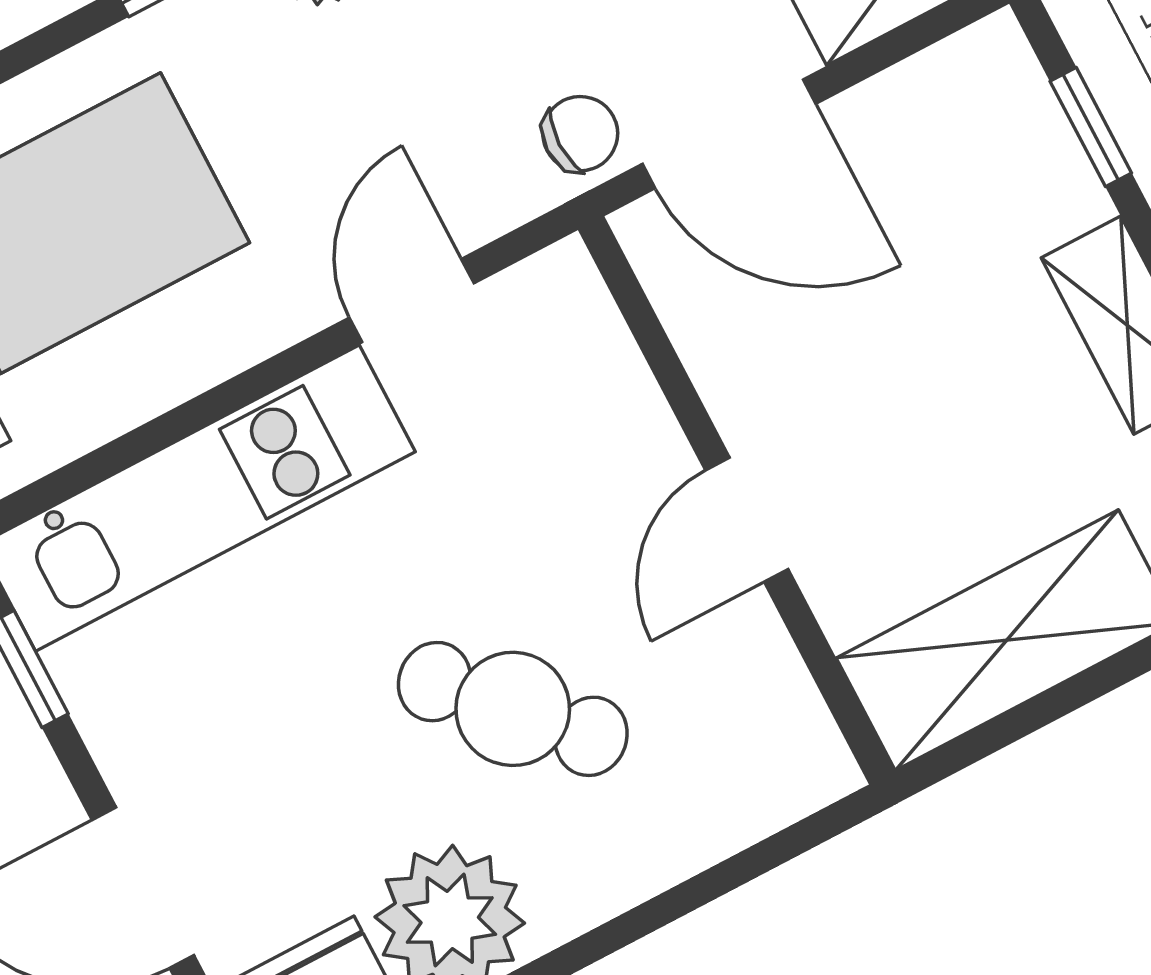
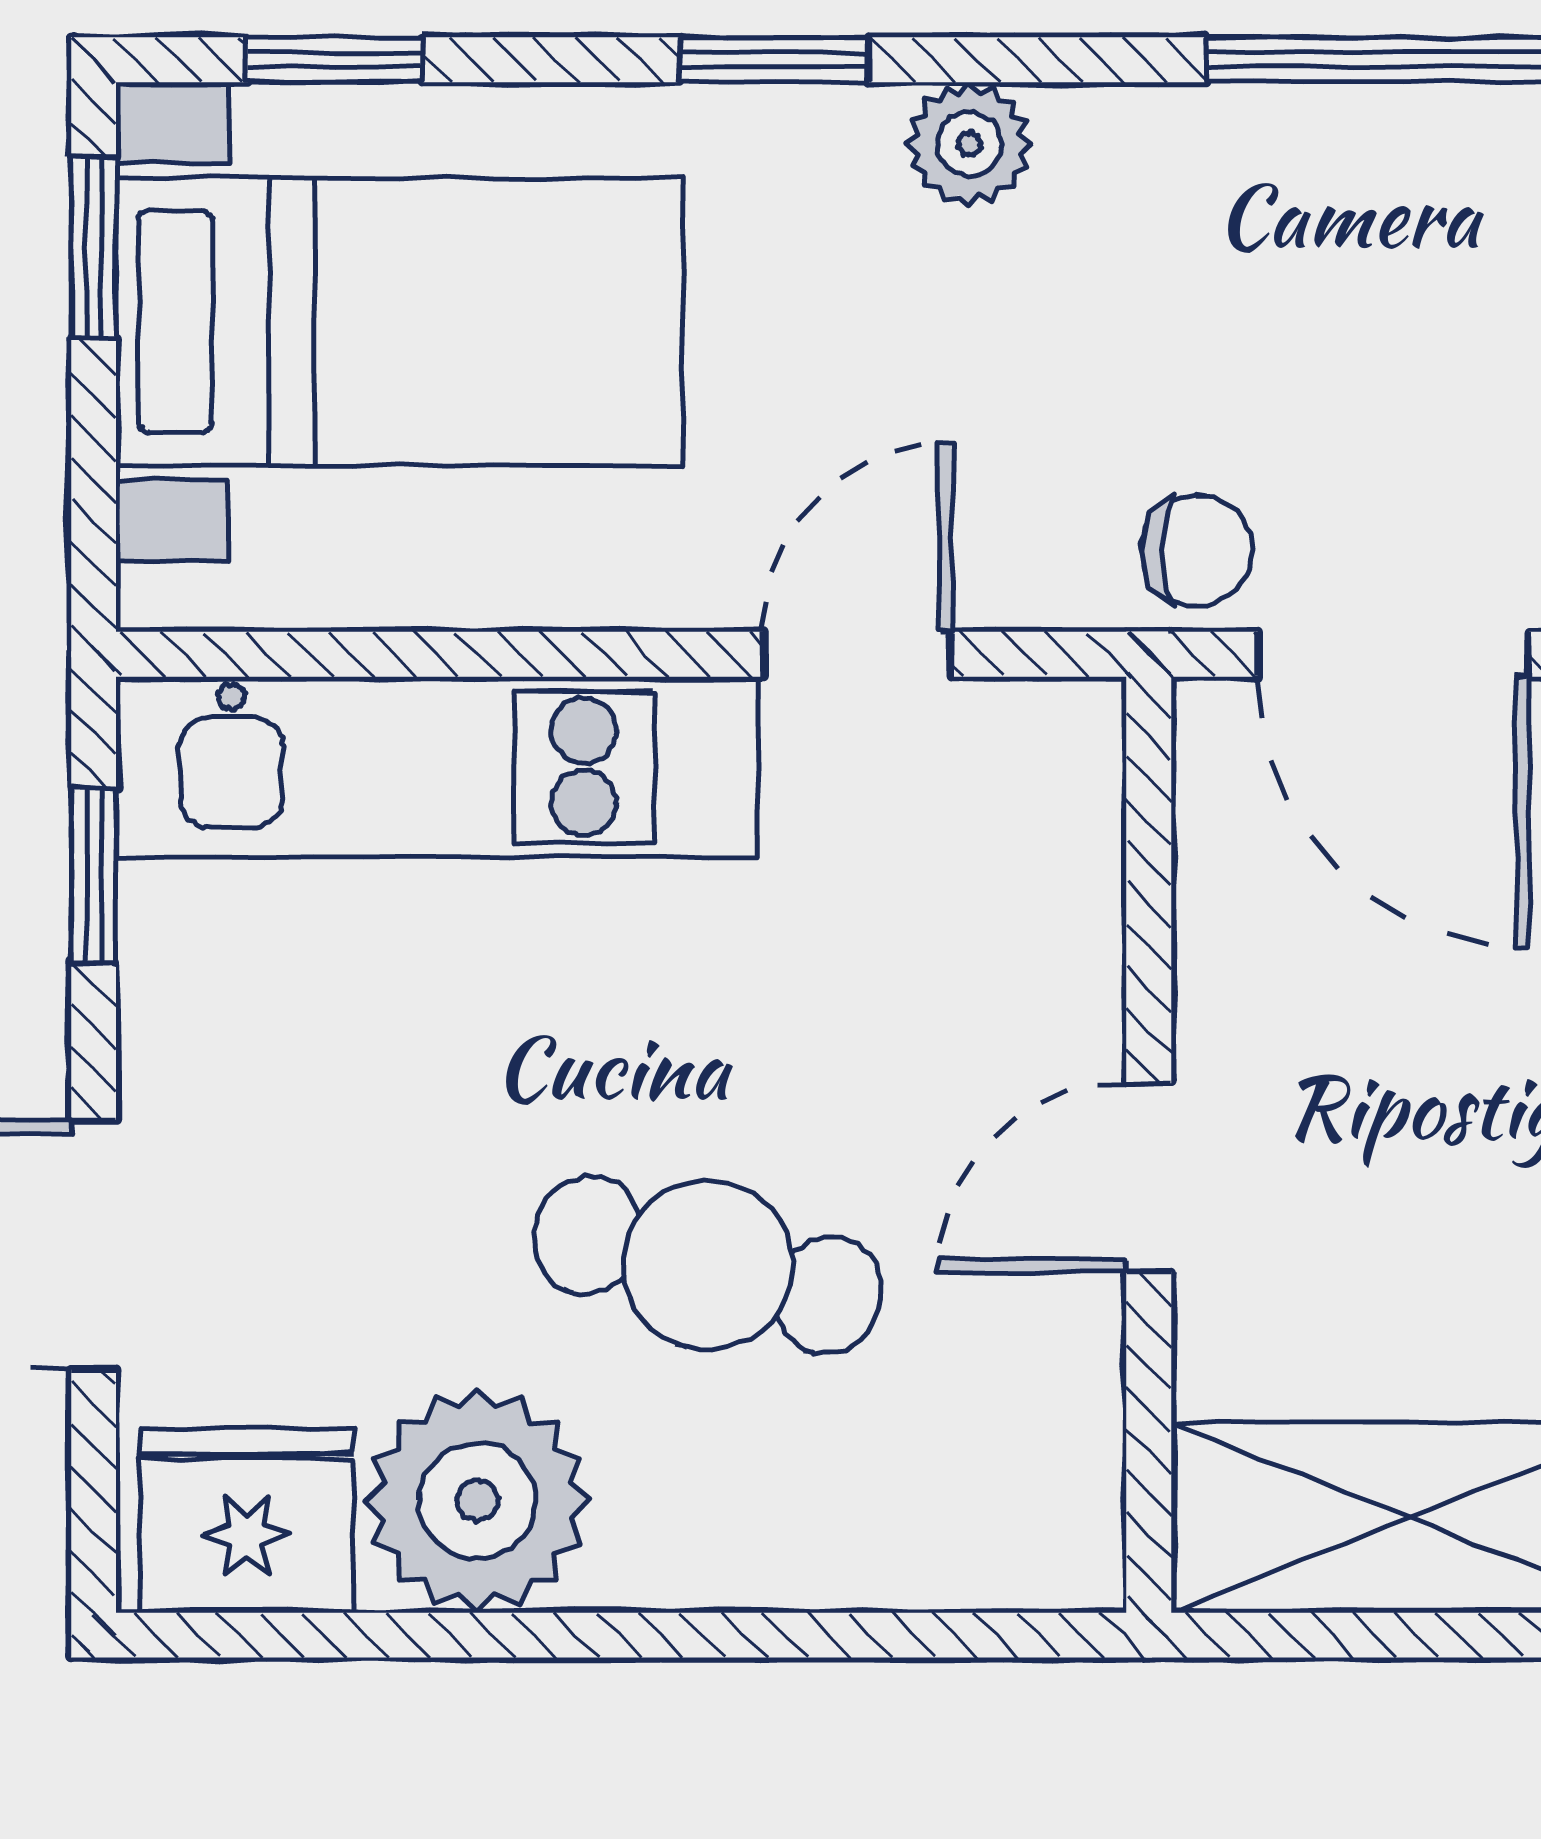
cafe table: (513, 709) -> (707, 1265), turned -33

